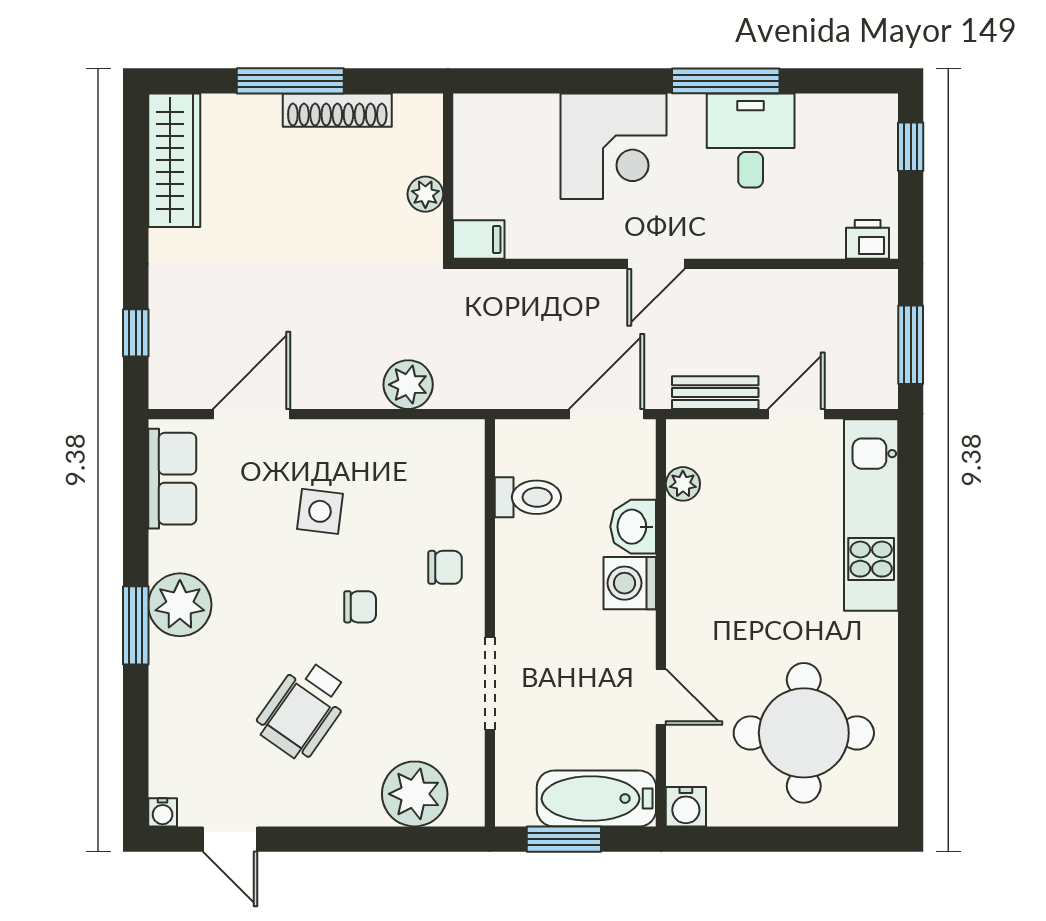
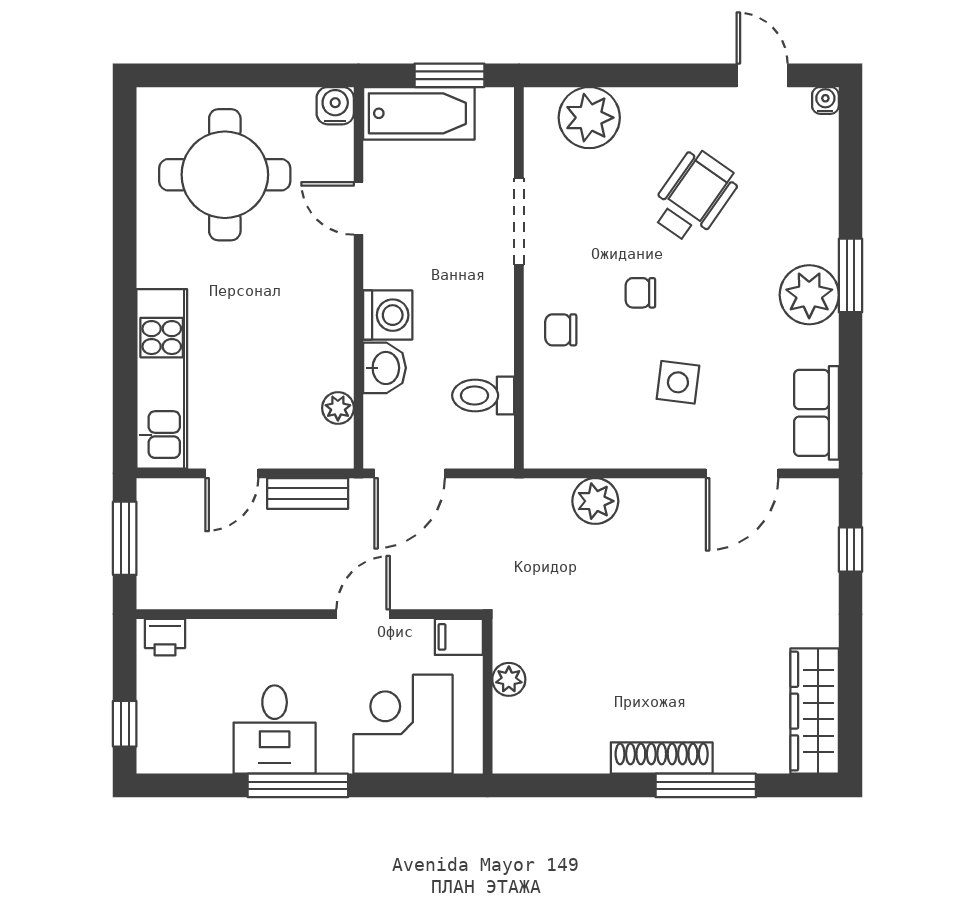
wall: (448, 176) -> (488, 696), moved
plant: (425, 194) -> (509, 679), moved
filing cabinet: (479, 240) -> (459, 637), moved

